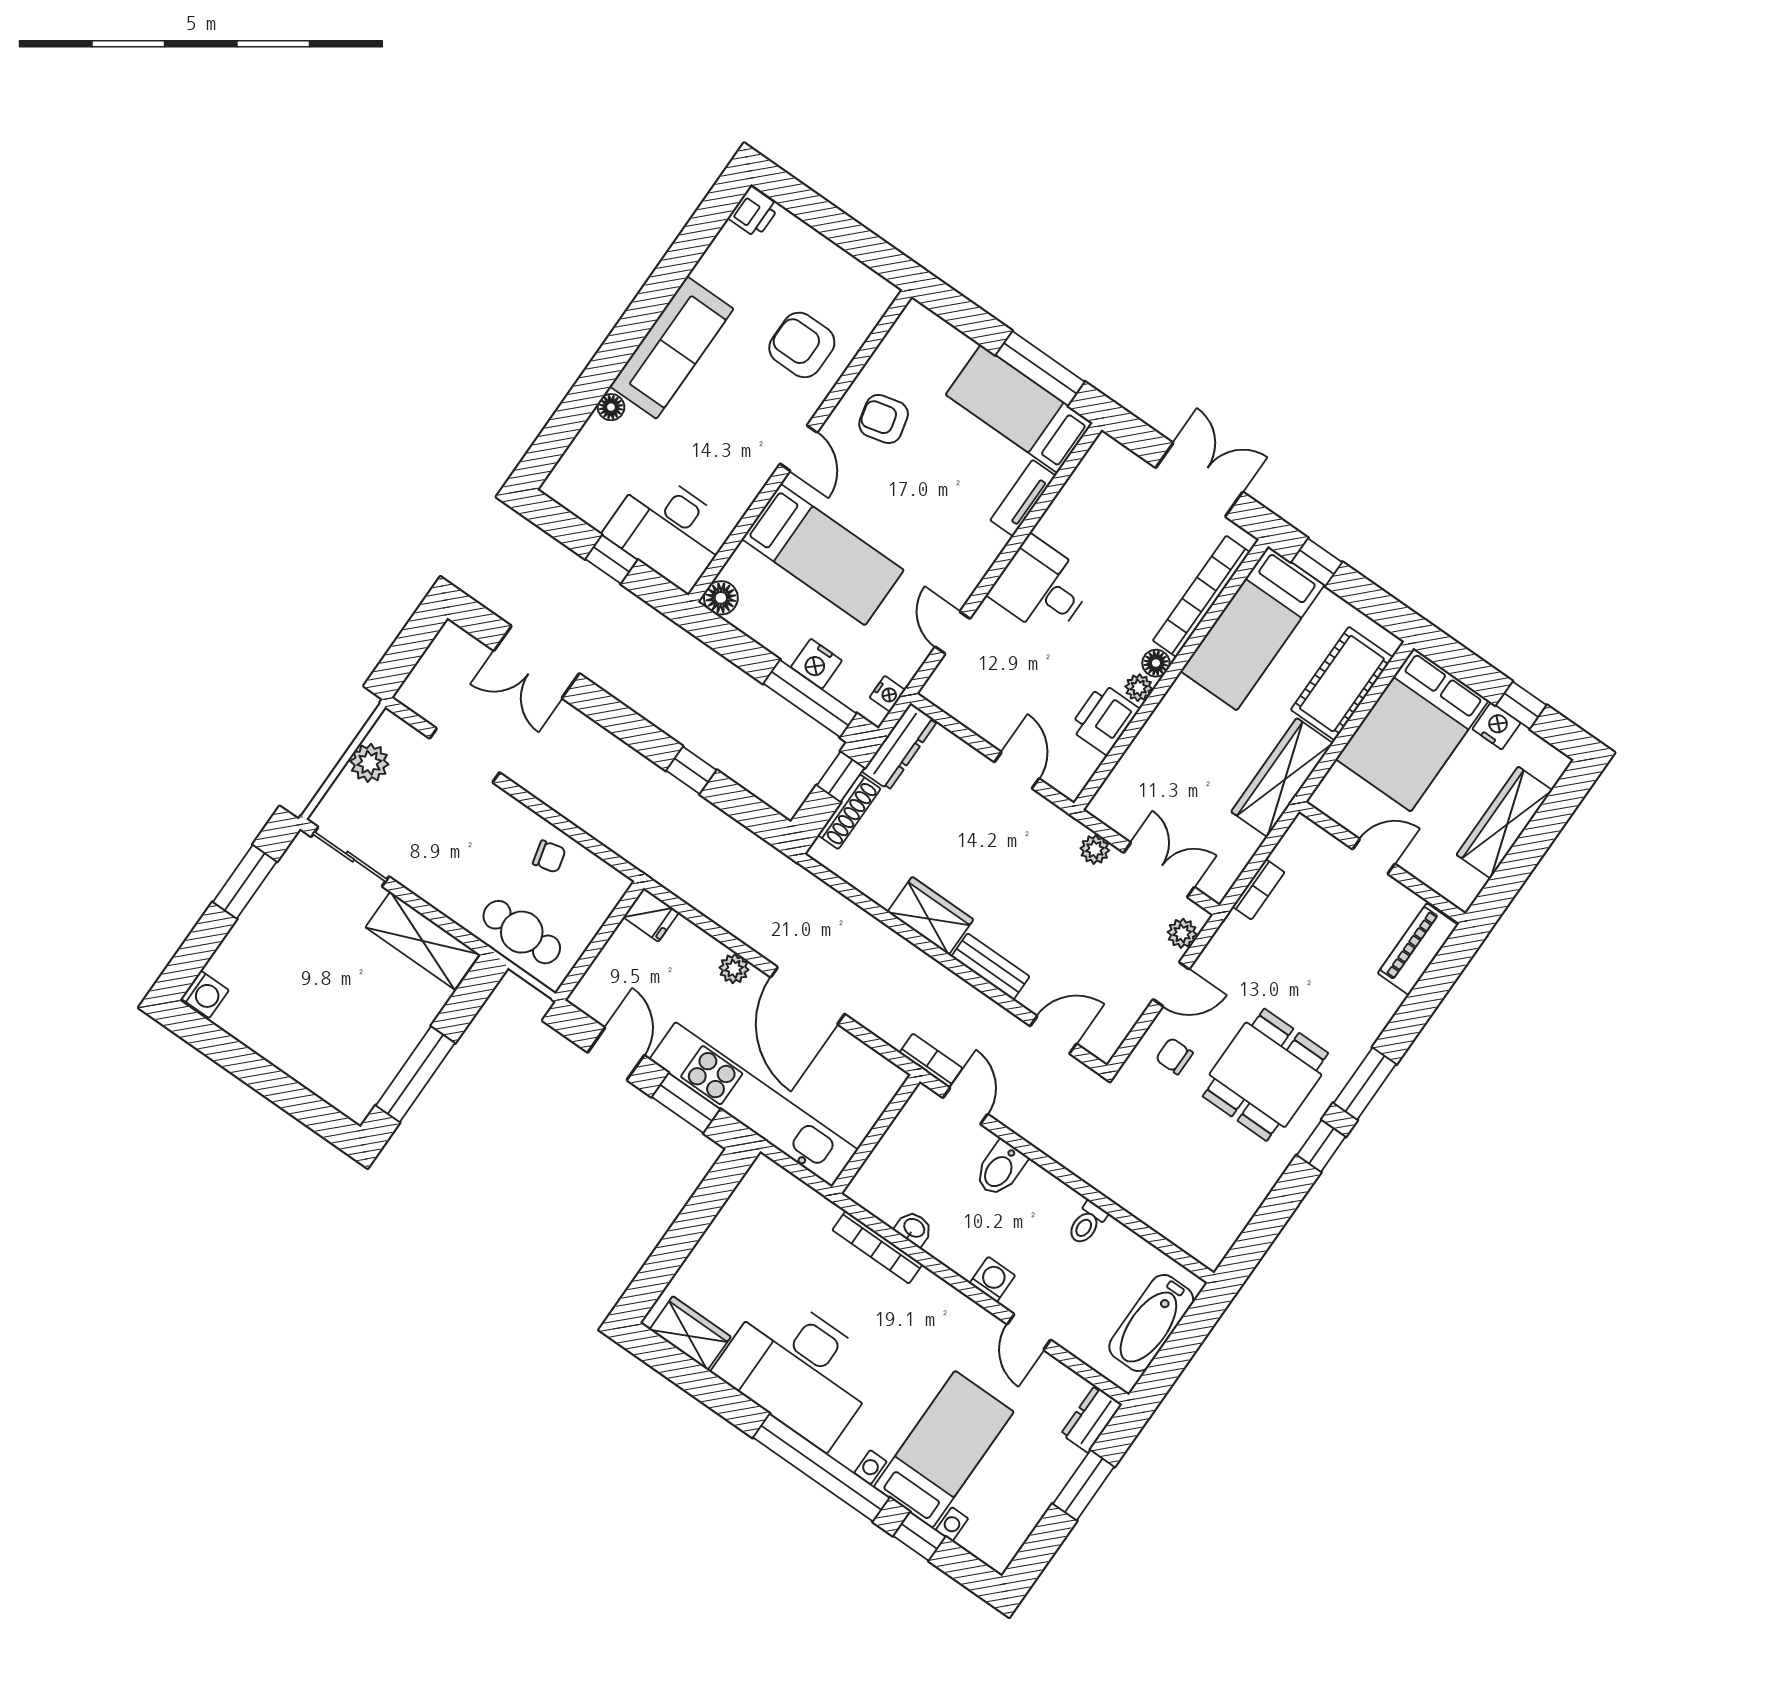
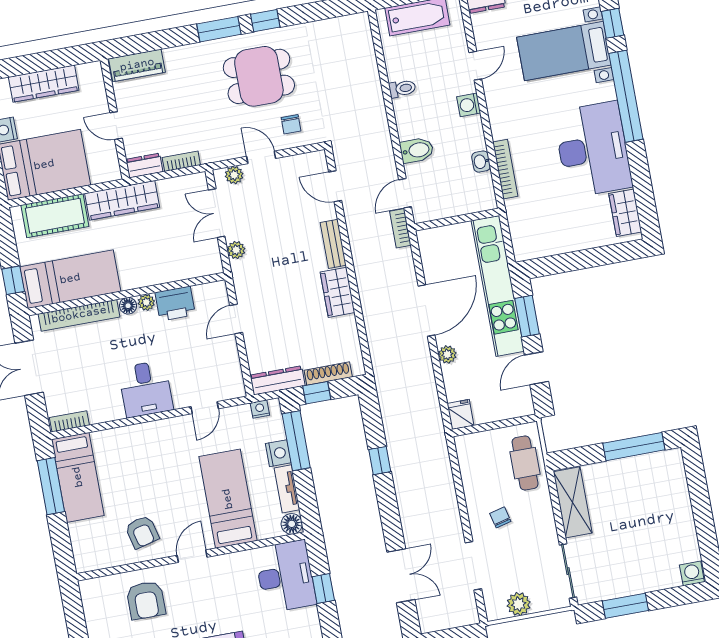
bookcase: (1092, 464) -> (69, 421), added
tv unit: (1023, 498) -> (287, 489), moved, turned 90
dresser: (1296, 843) -> (144, 166), added
chair: (549, 856) -> (500, 517), moved

